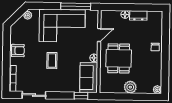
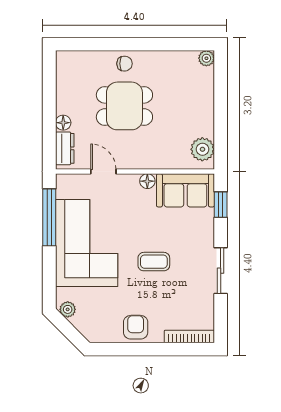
dresser: (138, 16) -> (65, 148), moved
dining table: (119, 58) -> (124, 106), moved
plant: (130, 87) -> (202, 149), moved
sliding door: (34, 95) -> (221, 271), moved

